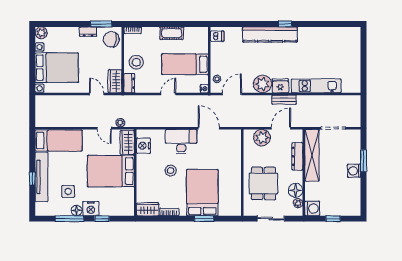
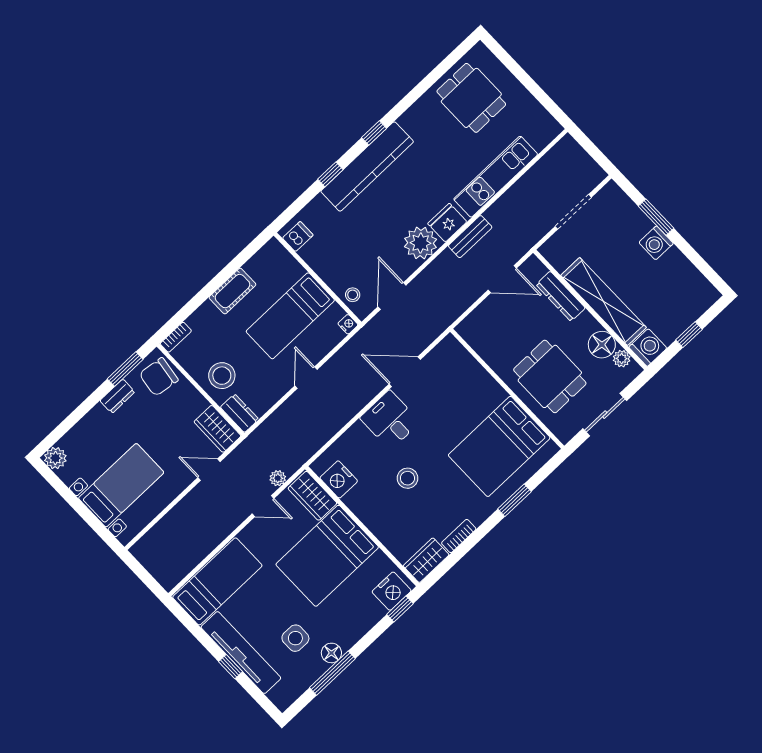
window: (253, 24) -> (330, 174), added
dining table: (336, 46) -> (471, 98), added
bed with nightstands: (57, 68) -> (121, 485), width x0.73
door: (281, 128) -> (502, 279), swing flipped
plant: (262, 138) -> (489, 316), removed
desk: (181, 141) -> (390, 420), width x0.73
shelving: (312, 155) -> (603, 301), moved
bed: (202, 193) -> (499, 446), moved, turned -90
nightstand: (91, 209) -> (392, 591), moved
window: (102, 219) -> (400, 609), moved

